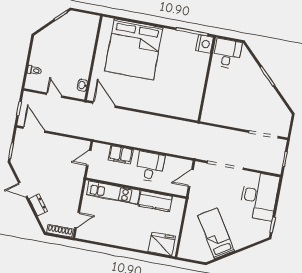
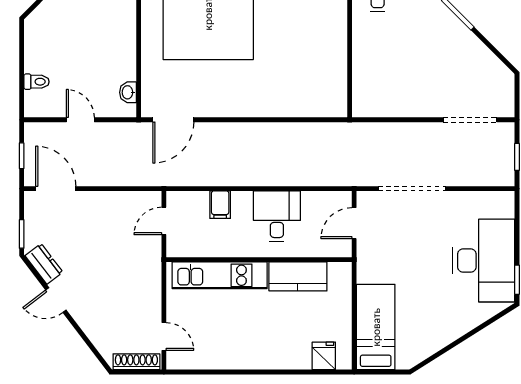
door: (104, 105) -> (173, 120), swing flipped
filing cabinet: (121, 155) -> (220, 205), width x0.50
desk: (259, 196) -> (484, 261), moved
dresser: (38, 205) -> (44, 264), moved
door: (77, 220) -> (164, 337), hinge flipped
bed: (216, 233) -> (376, 327), moved, turned 32
fridge: (162, 244) -> (324, 356), width x0.53, depth x0.75

